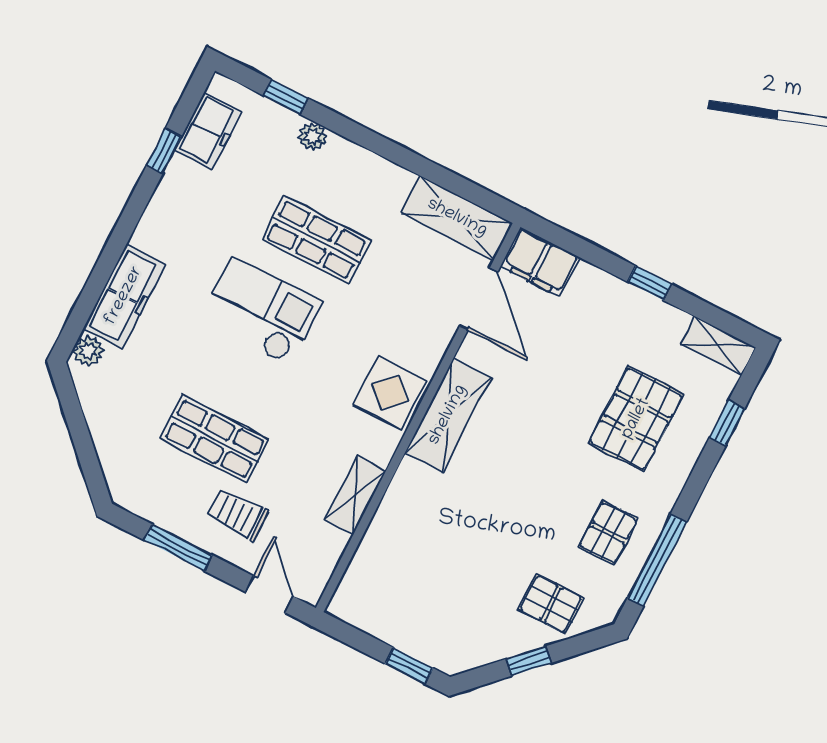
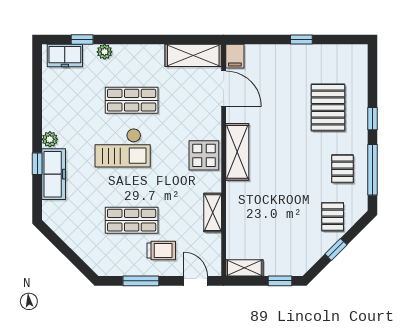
freezer: (208, 131) -> (65, 56), moved, turned 90
window: (164, 151) -> (37, 164), moved
filing cabinet: (540, 262) -> (235, 56), width x0.50
checkout: (261, 311) -> (123, 148), turned 180
shelving: (718, 346) -> (244, 268), moved
plant: (88, 351) -> (50, 139), moved
window: (727, 423) -> (373, 119), moved
trolley: (238, 514) -> (161, 251), turned 180
pallet: (551, 604) -> (333, 217), turned 90

